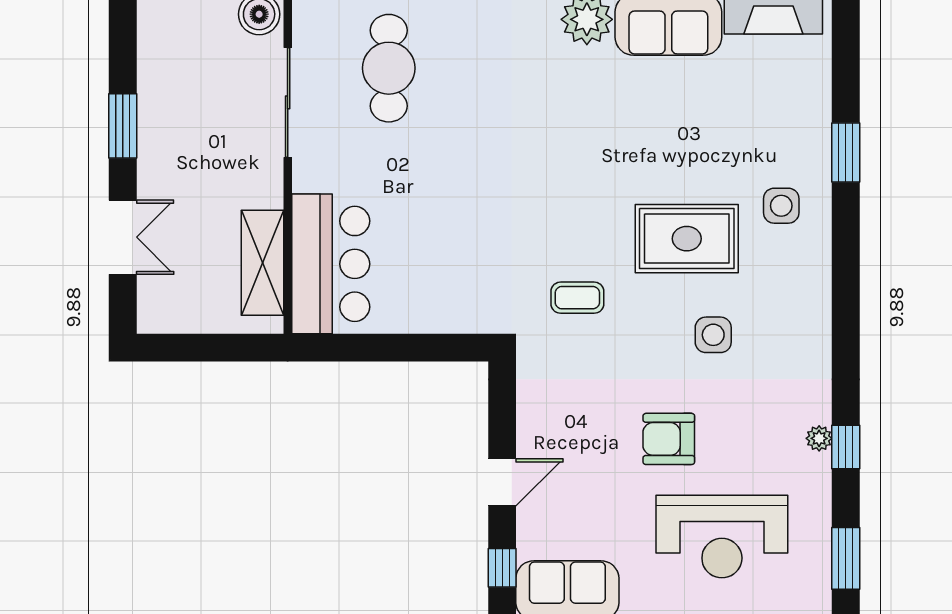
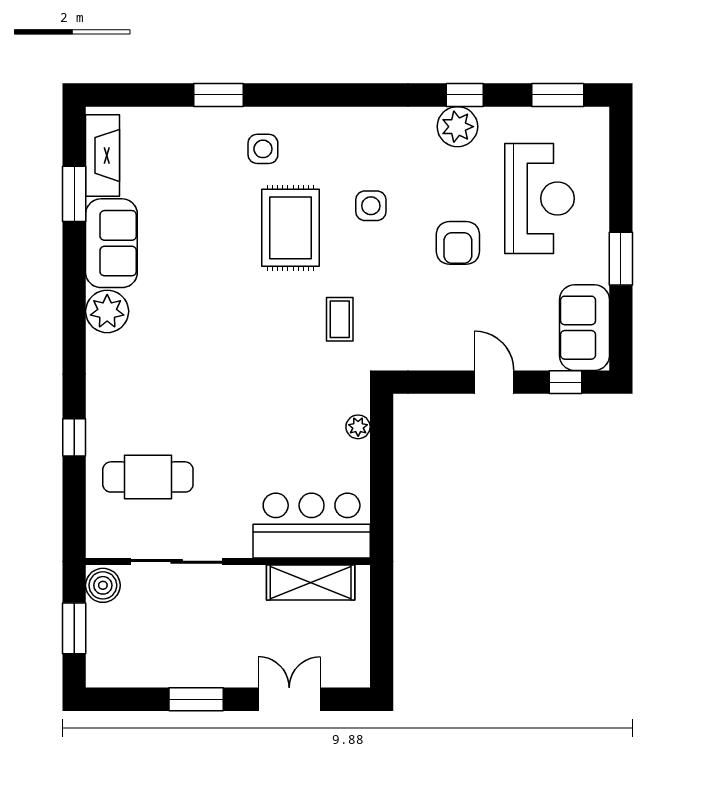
plant: (449, 320) -> (358, 427), added
plant: (819, 438) -> (457, 127), width x1.88, depth x1.88

